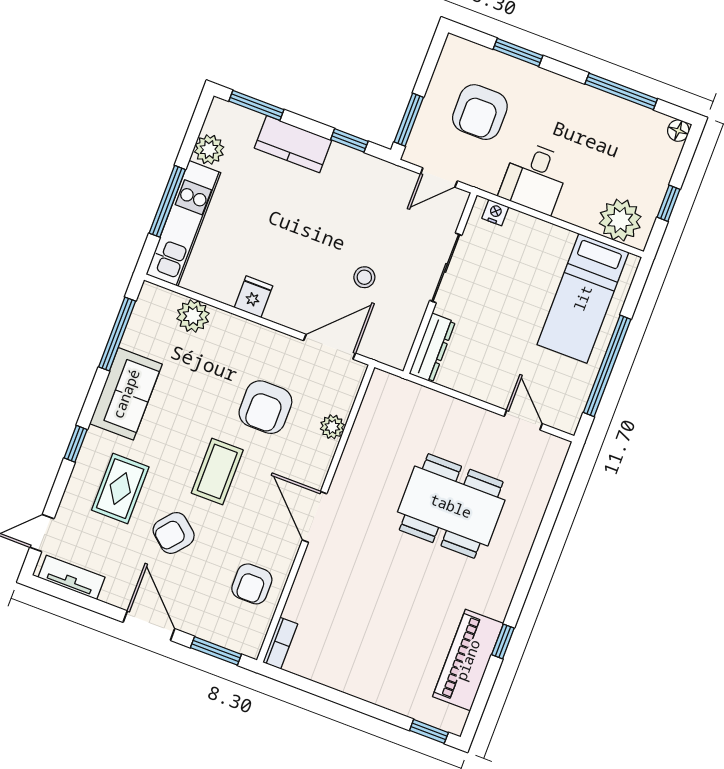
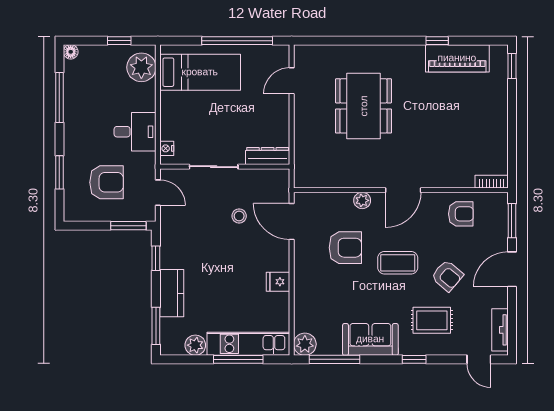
plant: (193, 316) -> (305, 344), moved
plant: (332, 427) -> (362, 200), moved

